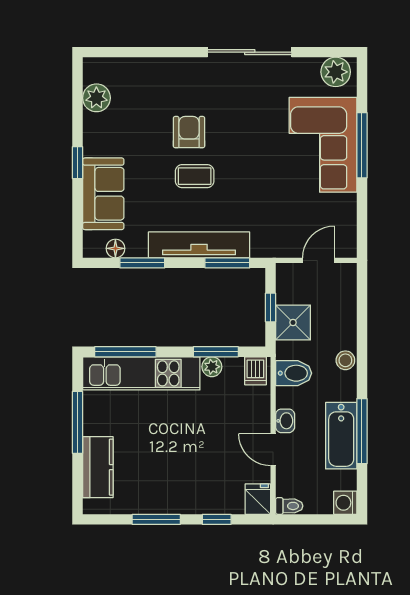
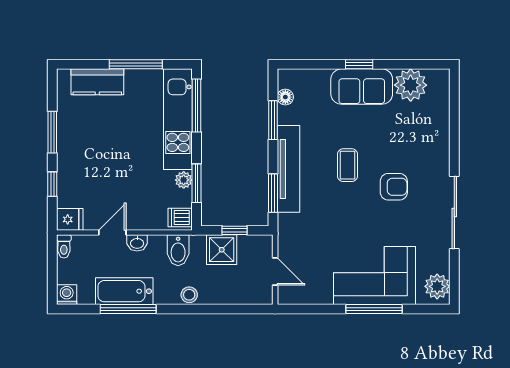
plant: (96, 98) -> (411, 85), width x1.36, depth x1.36
armchair: (189, 132) -> (394, 187), moved
sofa: (103, 194) -> (362, 87), moved

